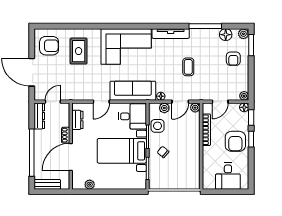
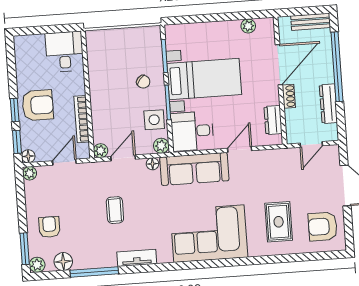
tv unit: (171, 34) -> (137, 258), width x0.71
plant: (164, 108) -> (161, 146), moved
dresser: (39, 116) -> (328, 104), moved
armchair: (235, 141) -> (38, 105), turned 90
desk: (228, 176) -> (65, 52), moved

